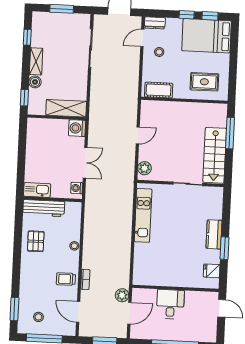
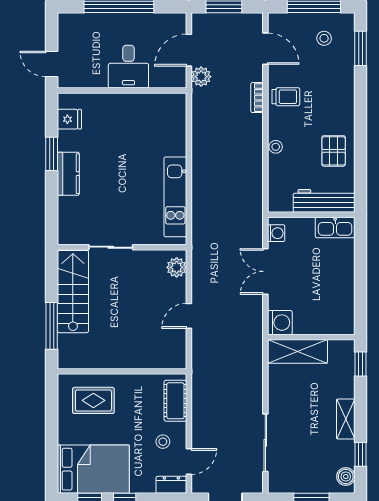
boiler: (35, 82) -> (346, 477), moved
cot: (159, 90) -> (175, 401), moved, turned 90

